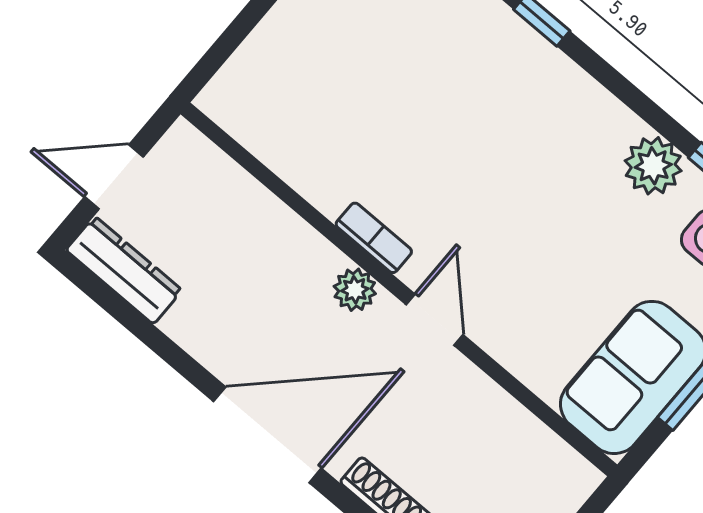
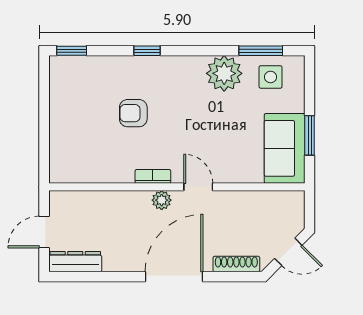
armchair: (431, 105) -> (133, 113), added
plant: (653, 166) -> (224, 73), width x1.36, depth x1.36

